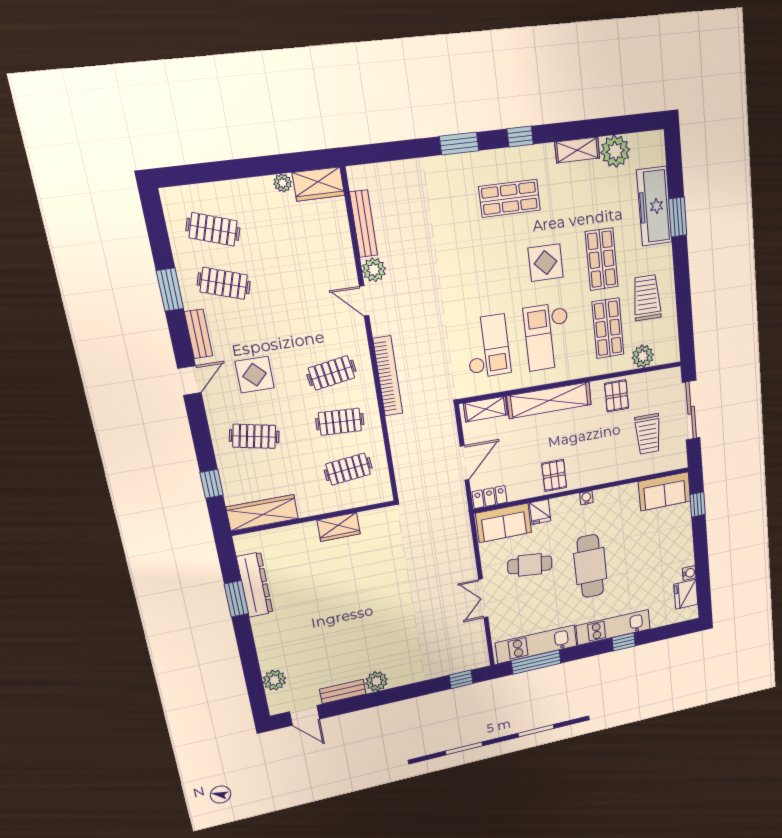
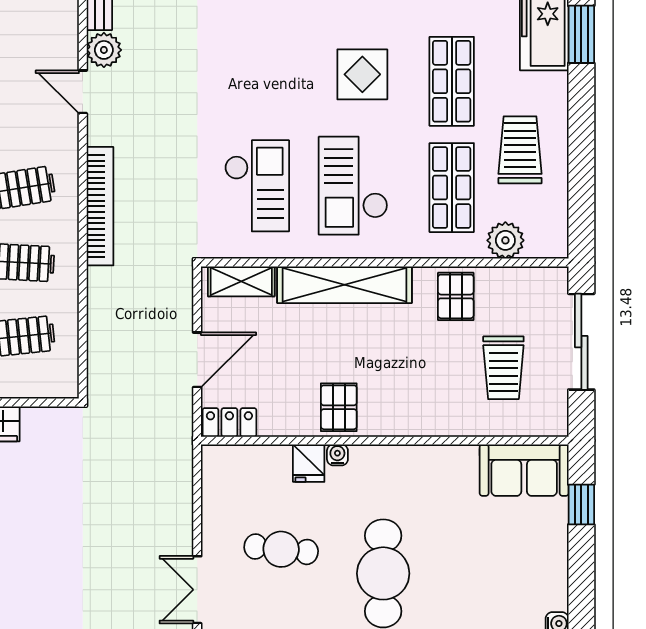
water cooler: (586, 498) -> (337, 455), moved
sofa: (504, 523) -> (247, 470), removed

